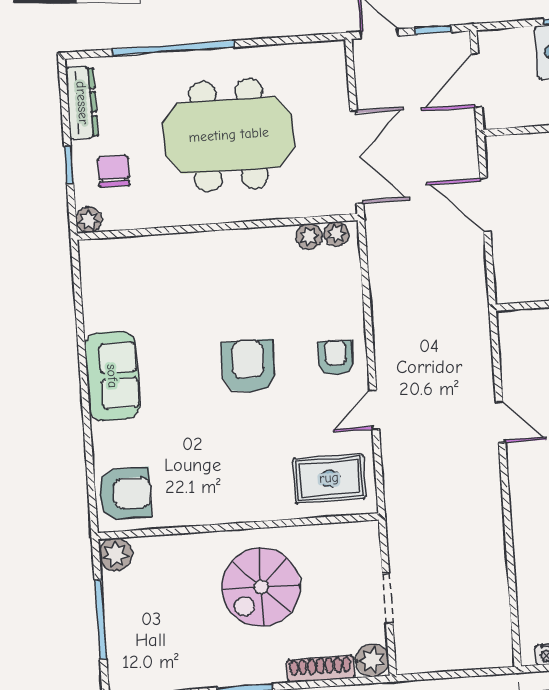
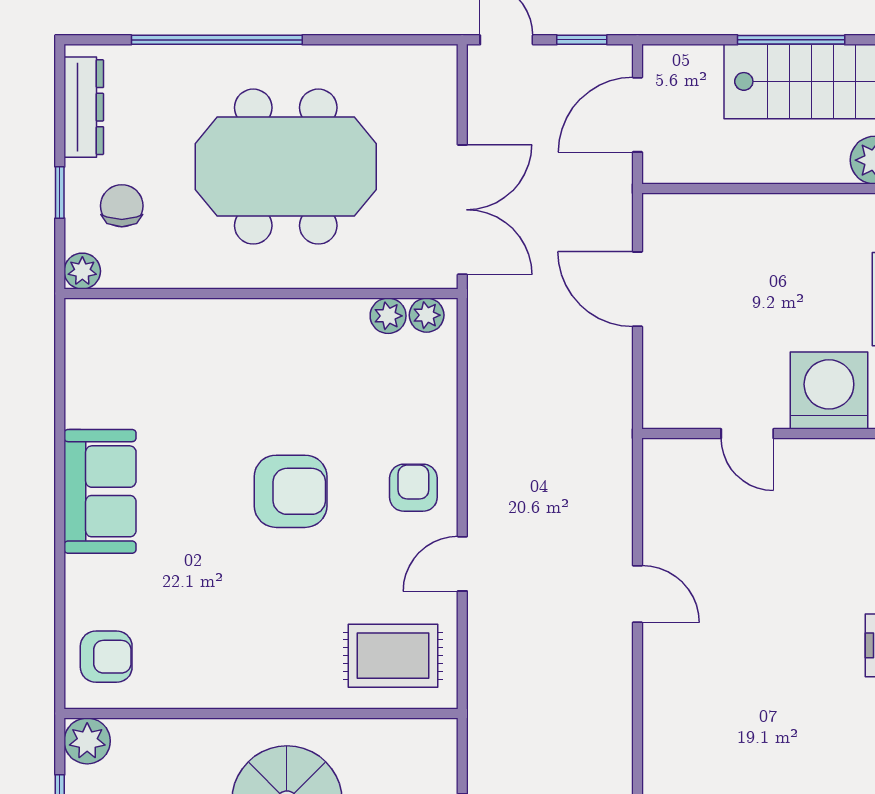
armchair: (248, 366) -> (291, 491), turned 90
armchair: (125, 493) -> (106, 657), width x0.72, depth x0.72

